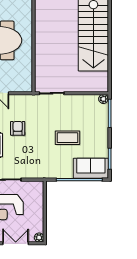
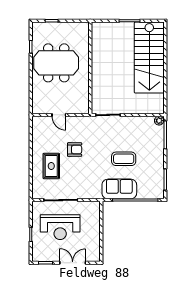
armchair: (18, 128) -> (75, 150), turned 90
sofa: (91, 168) -> (119, 189), moved
plant: (39, 238) -> (96, 257), removed

